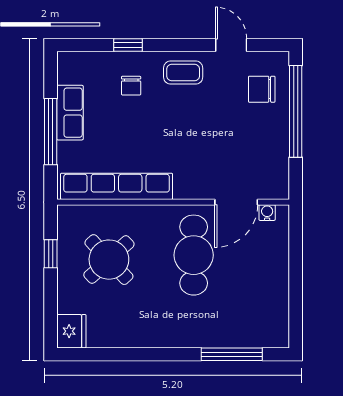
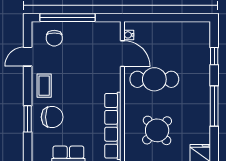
window: (128, 45) -> (28, 119), width x1.50
chair: (131, 86) -> (52, 117), width x1.87, depth x1.87
window: (149, 354) -> (214, 106), added
window: (232, 354) -> (214, 56), width x0.46

